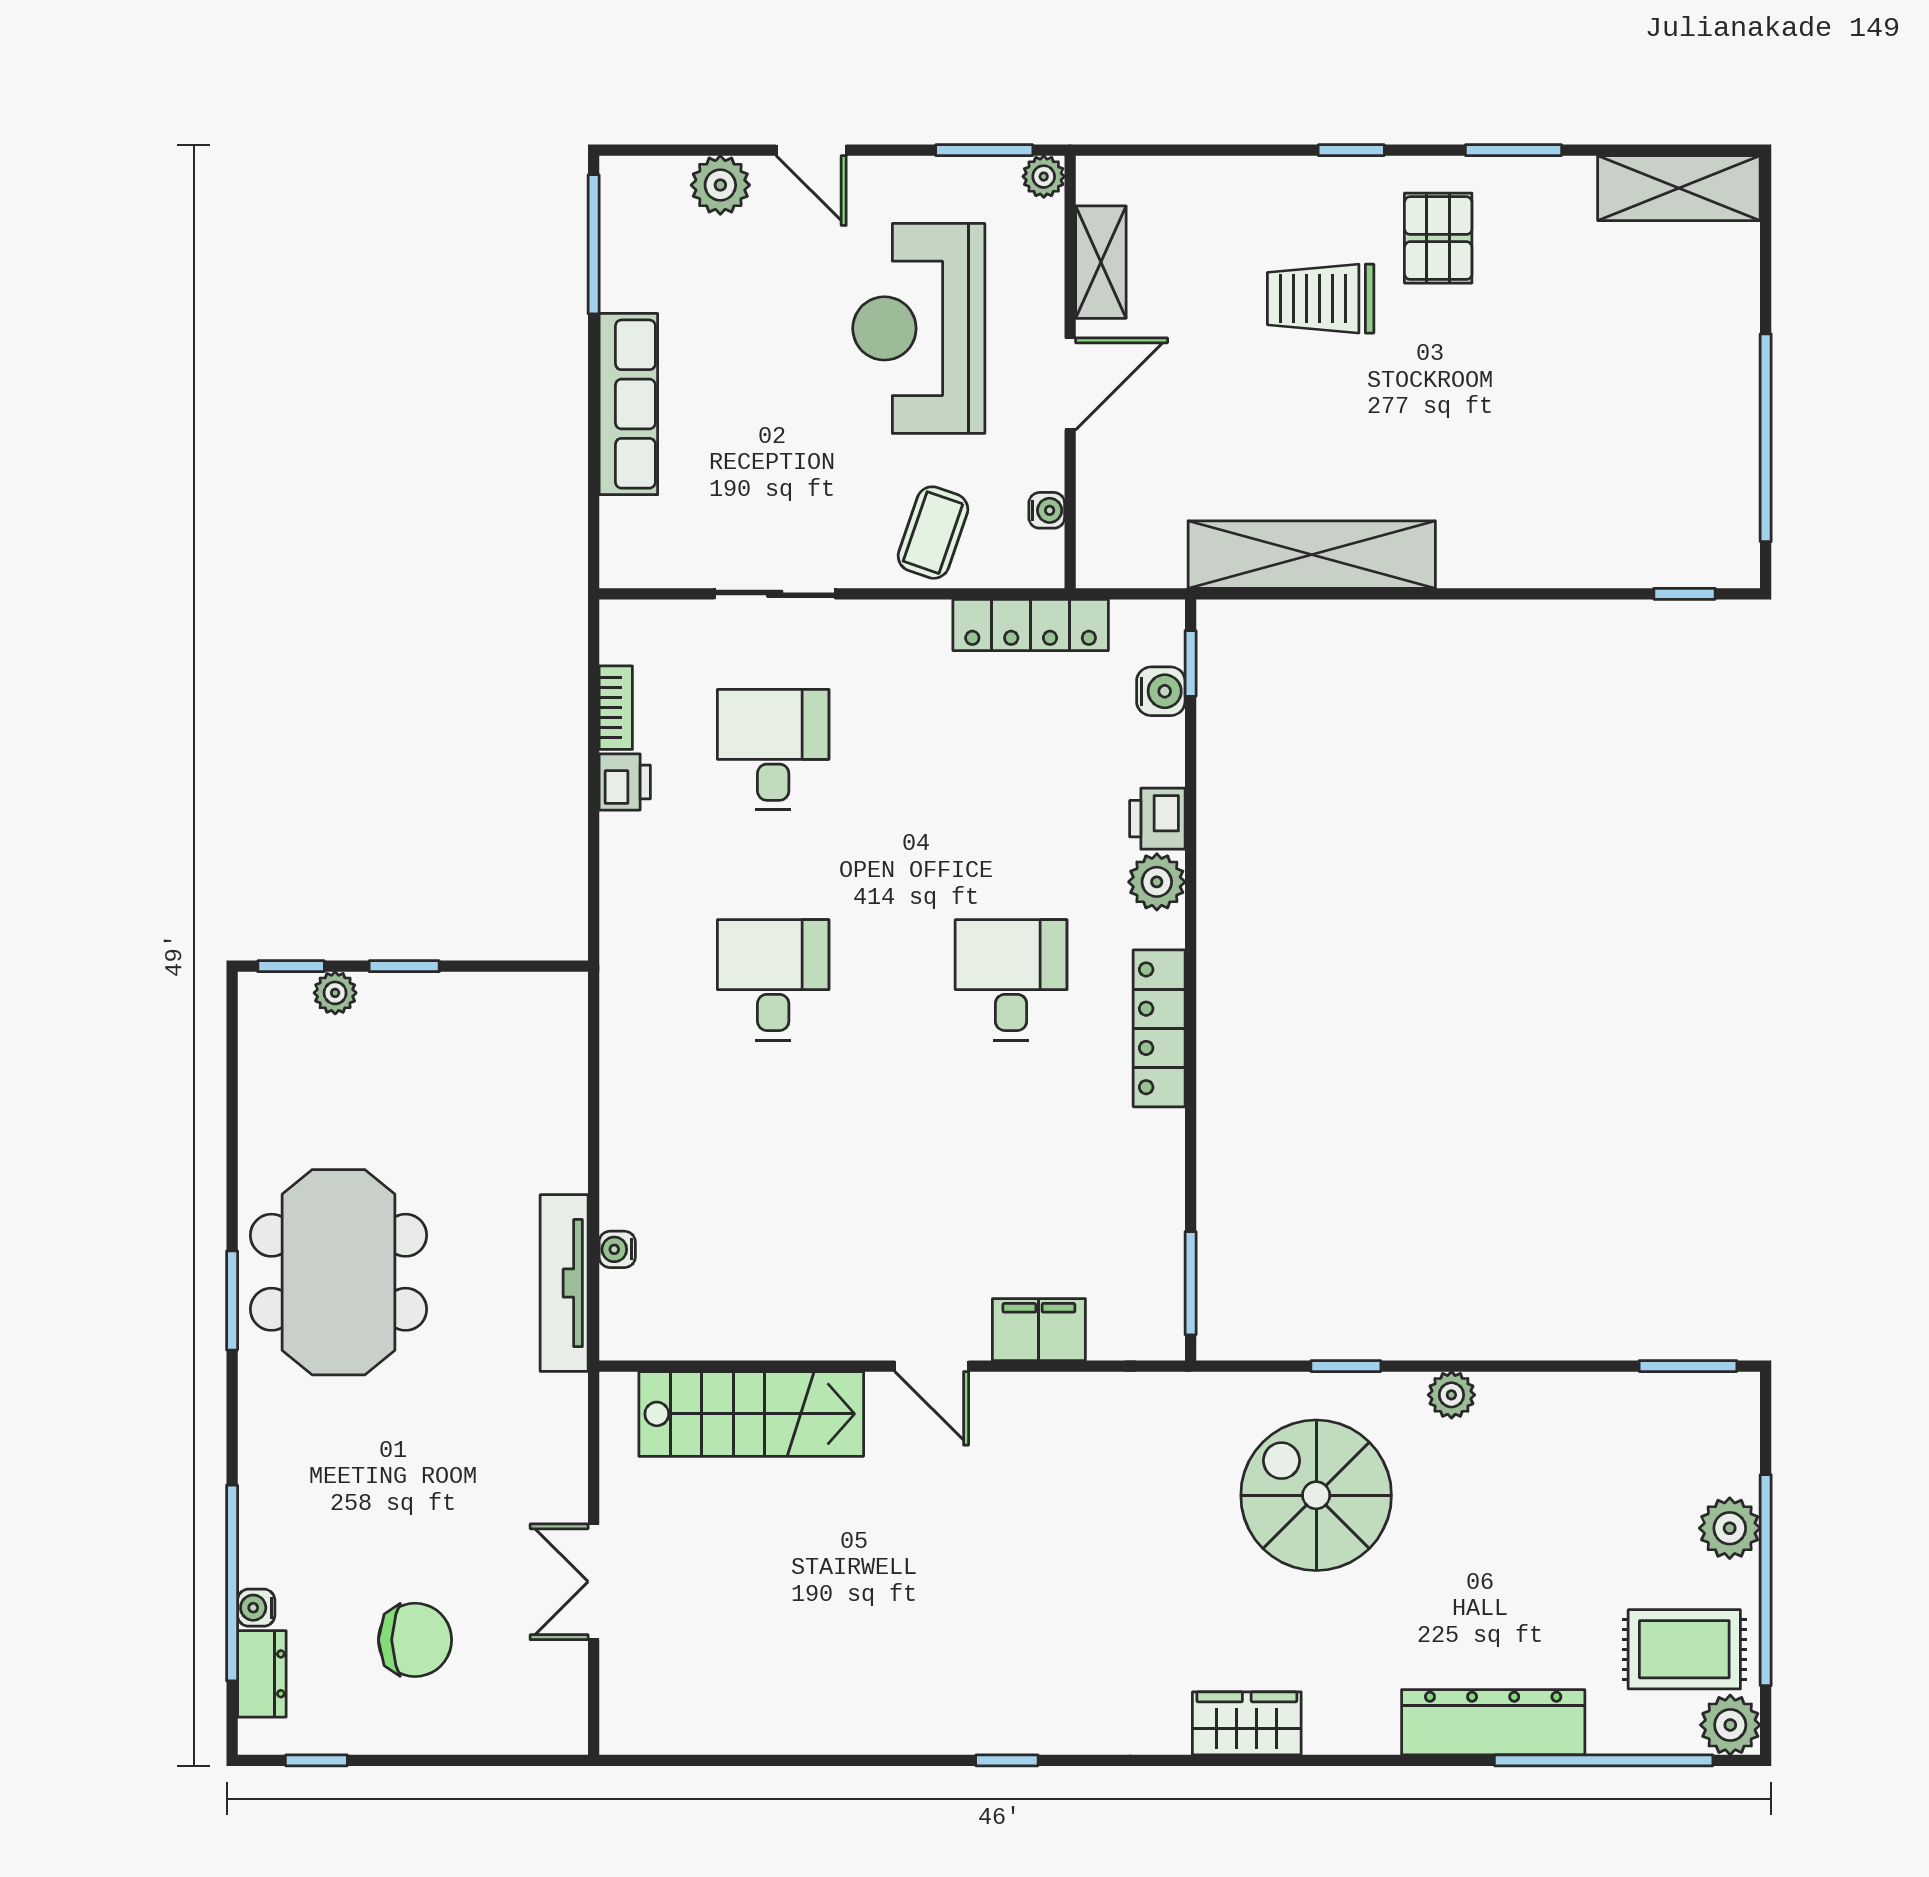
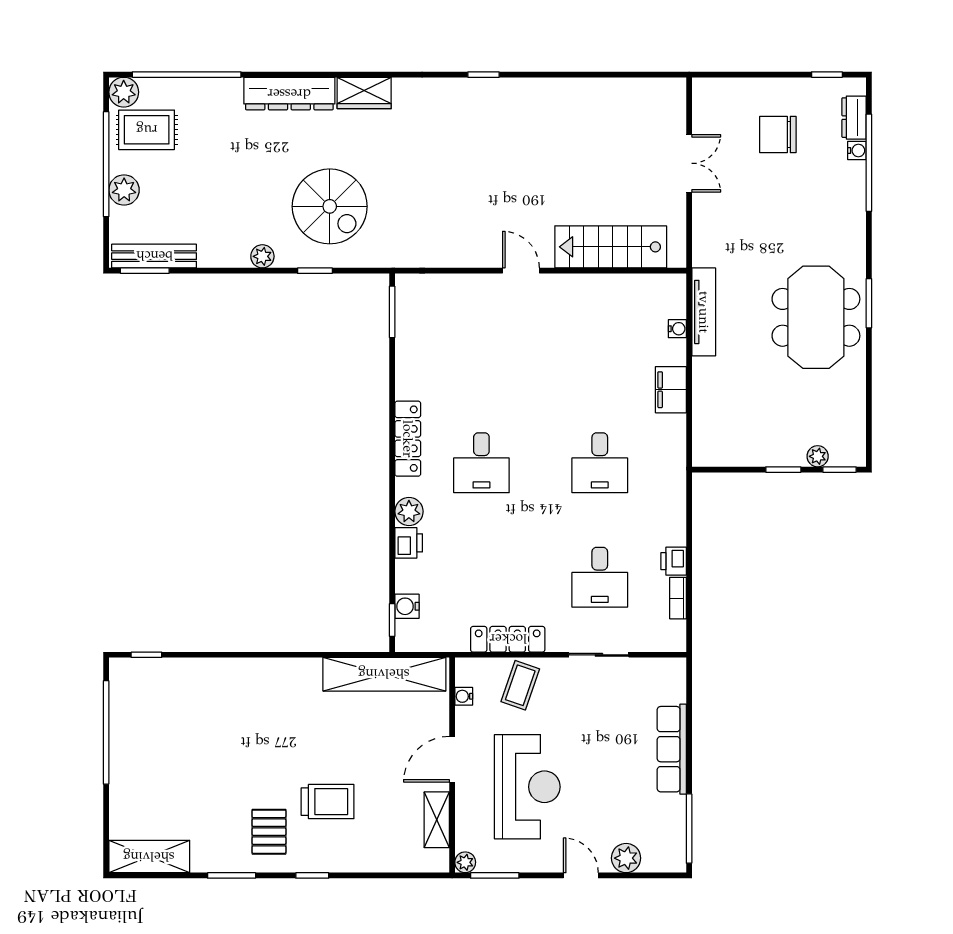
shelving: (1312, 555) -> (384, 674), moved
locker: (1031, 625) -> (508, 639), moved
filing cabinet: (1039, 1330) -> (671, 390), moved, turned 90
bench: (1669, 1395) -> (154, 256), added
dresser: (1493, 1722) -> (289, 94), moved

